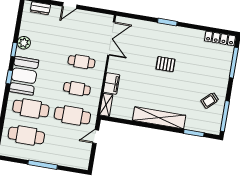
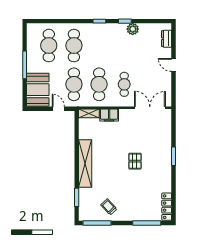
double door: (111, 39) -> (150, 108), swing flipped
booth: (24, 76) -> (38, 90), moved, turned 90
cafe table: (77, 89) -> (99, 84), width x1.37, depth x1.35

